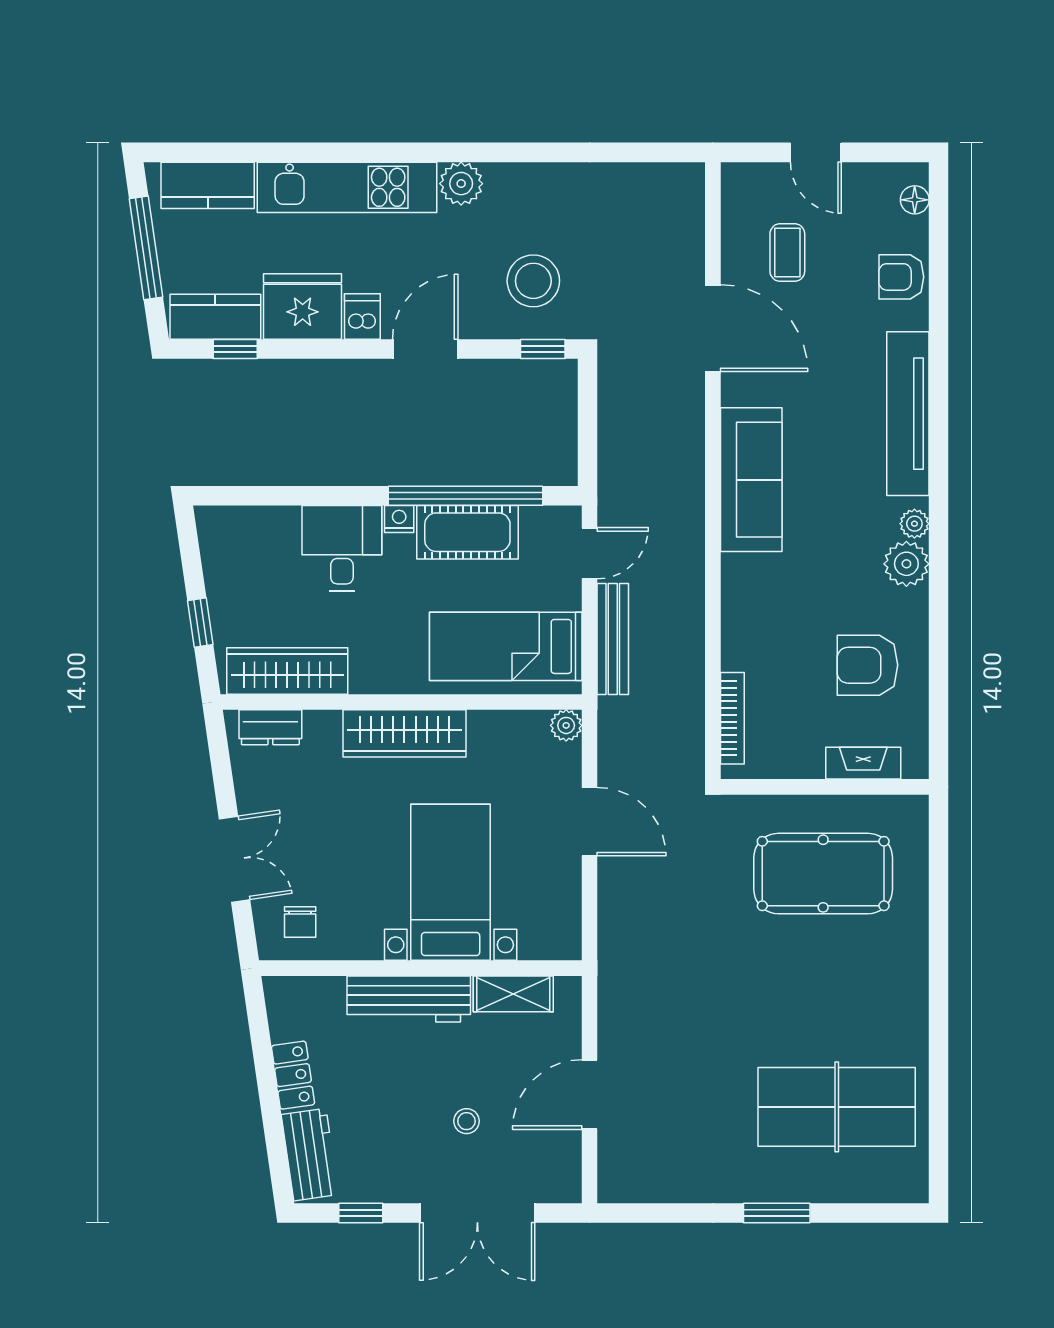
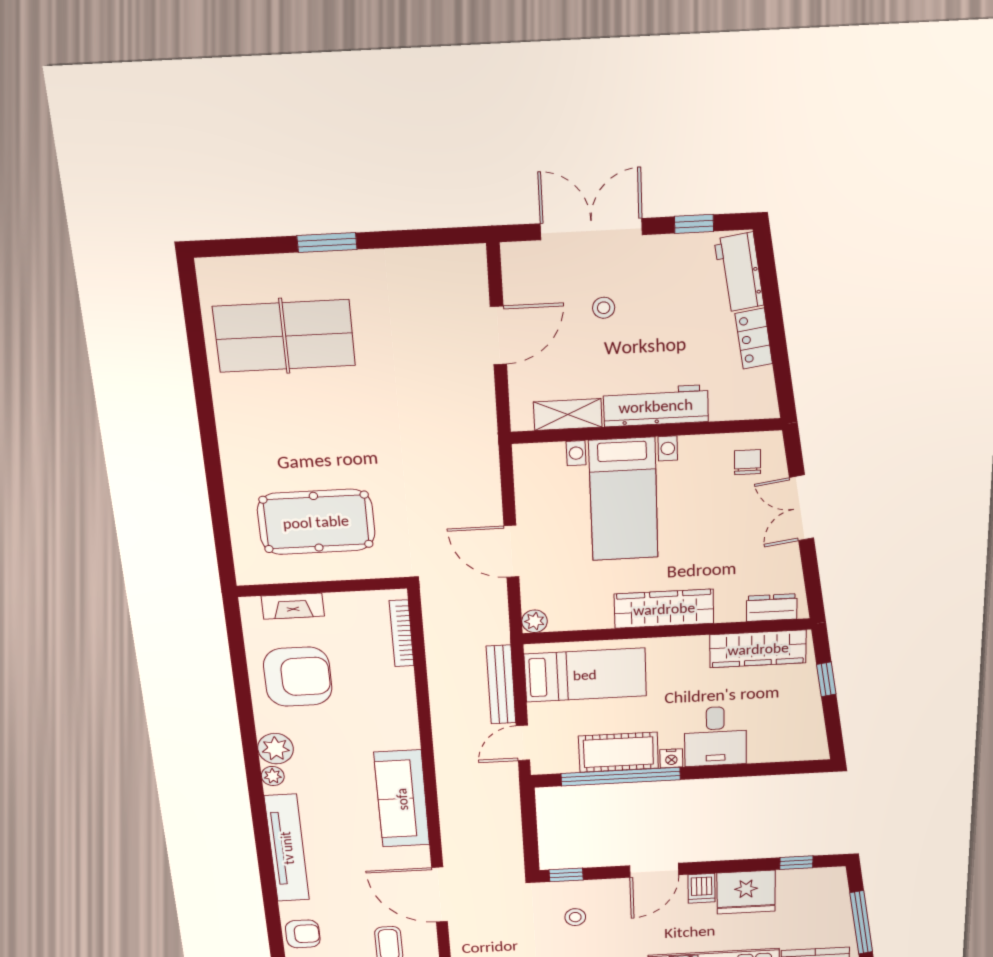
stool: (533, 281) -> (575, 917), width x0.53, depth x0.53
kitchen counter: (215, 317) -> (811, 882), removed
armchair: (867, 665) -> (298, 677), width x1.36, depth x1.36

